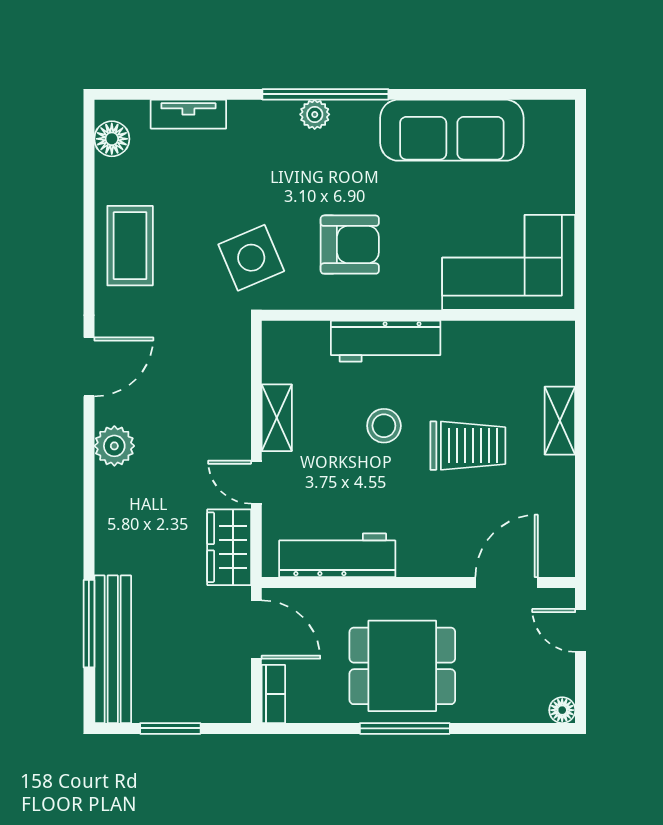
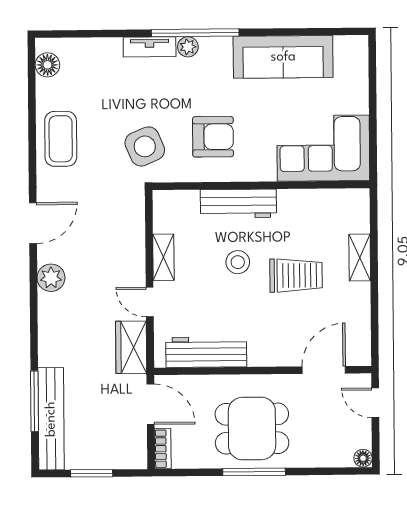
tv unit: (188, 114) -> (150, 47), moved

